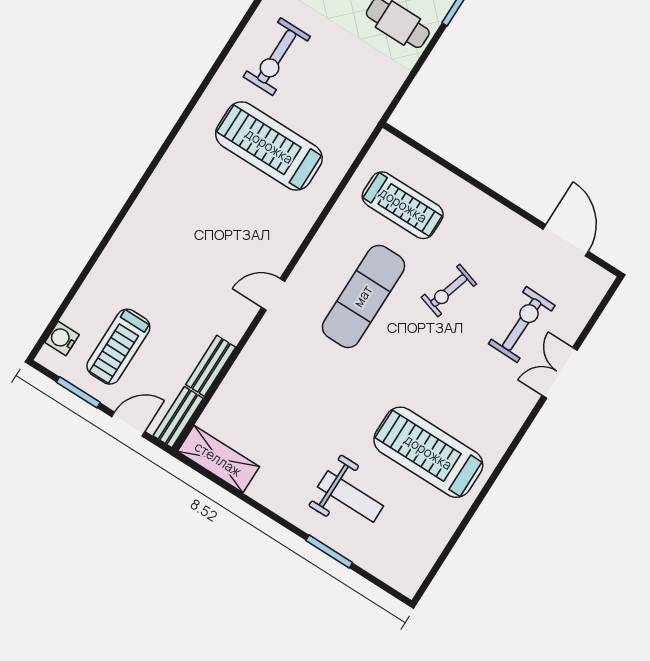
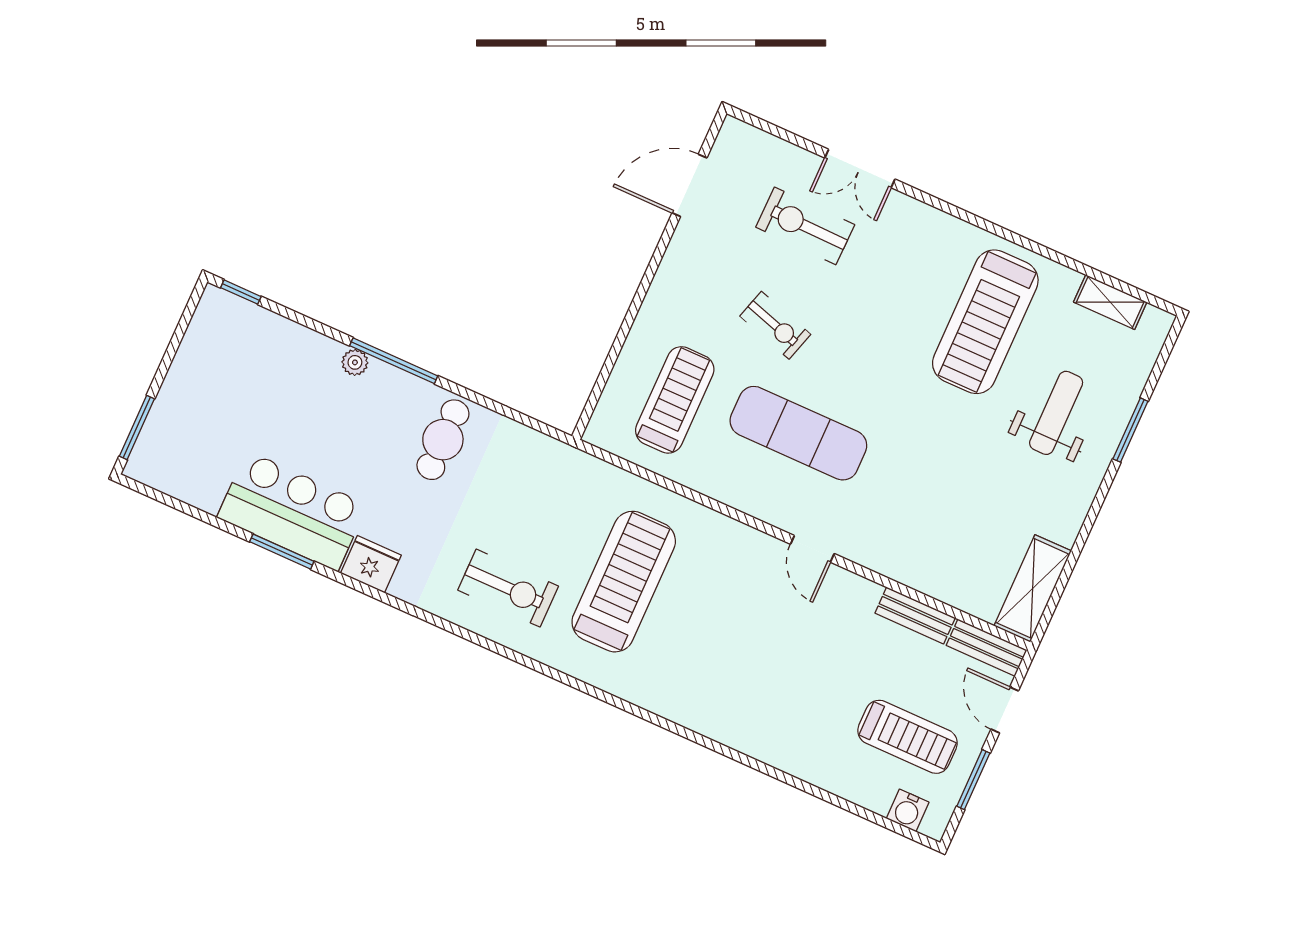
treadmill: (269, 146) -> (624, 582), turned 180
shelving: (430, 550) -> (1110, 302), added

